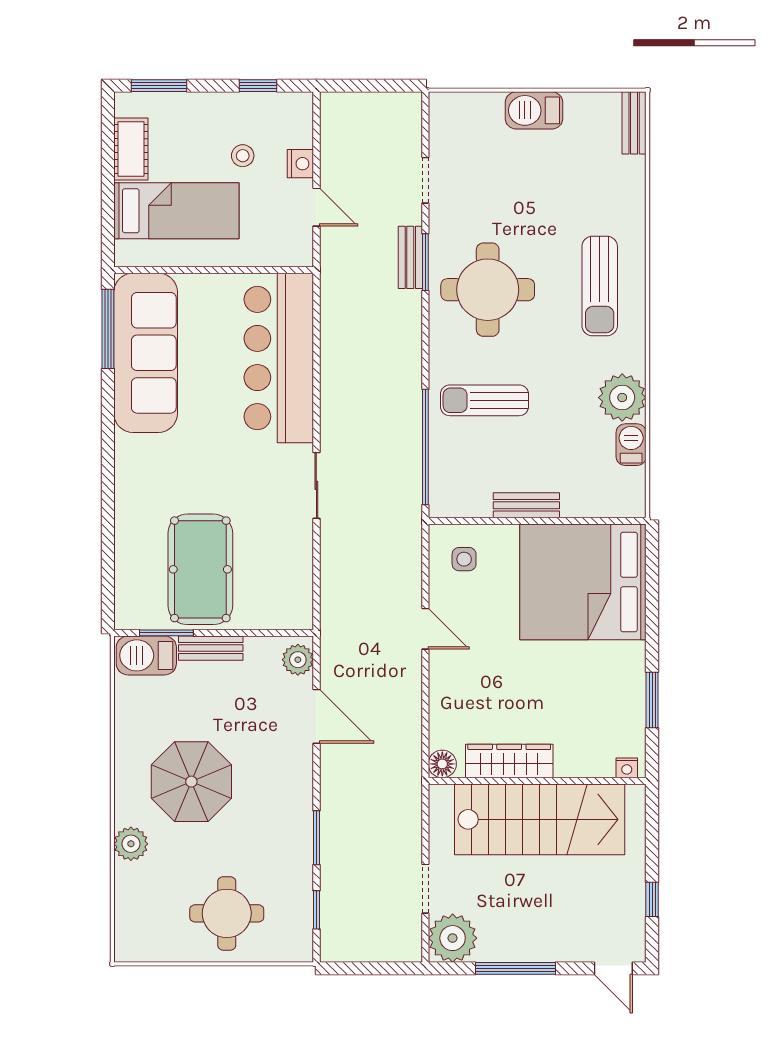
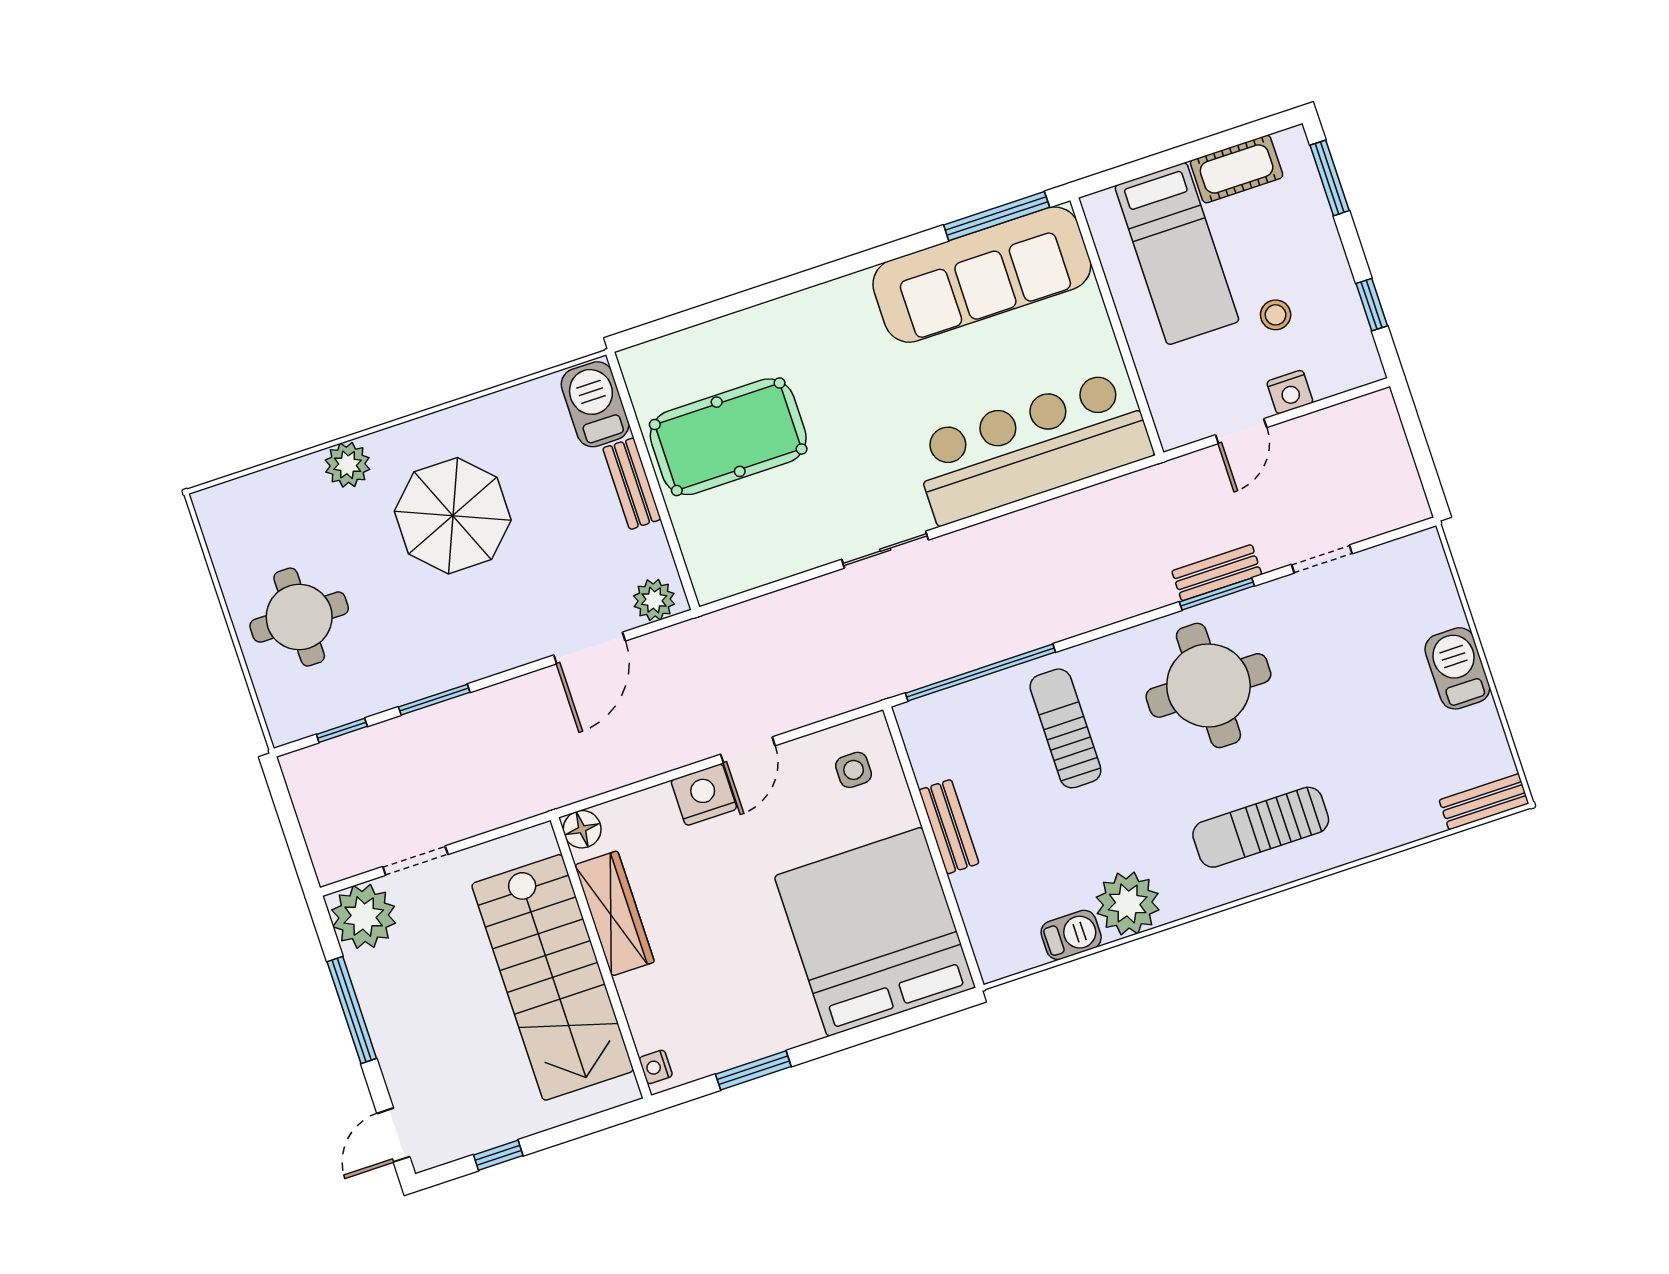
window: (166, 633) -> (633, 420), removed
nightstand: (446, 670) -> (704, 795), added

